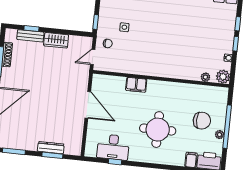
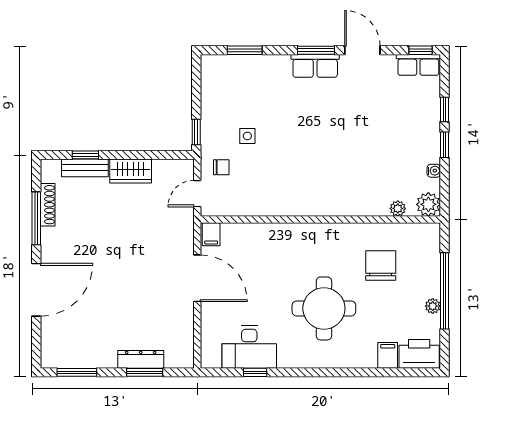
filing cabinet: (136, 85) -> (211, 234), moved, width x0.50
chair: (202, 121) -> (381, 265), moved, turned -90

